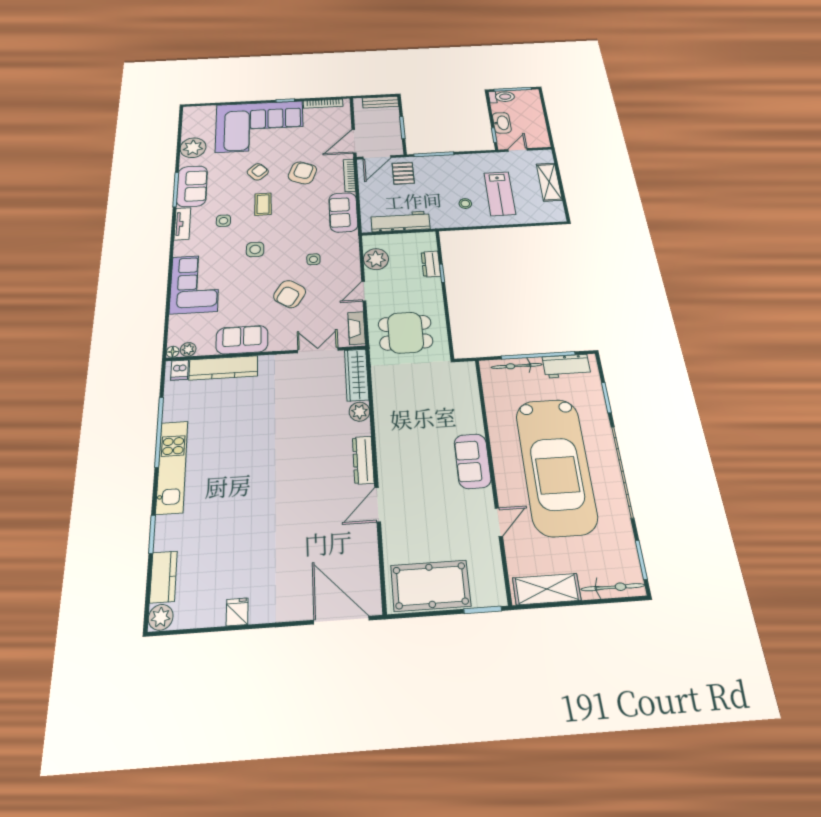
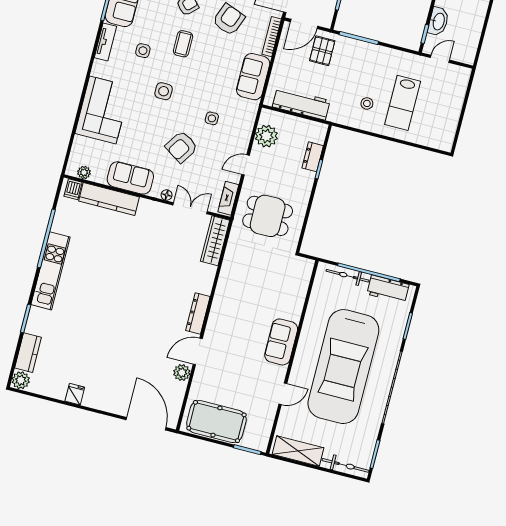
shelving: (549, 182) -> (454, 105), removed
floor lamp: (173, 352) -> (167, 195), moved
plant: (359, 412) -> (182, 373), moved

